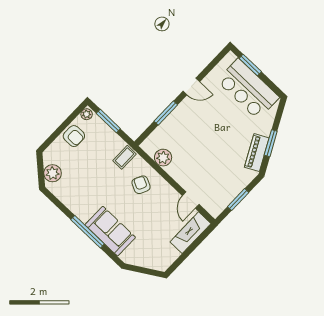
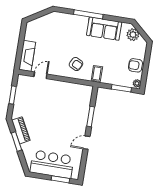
plant: (163, 158) -> (74, 89), removed
door: (191, 200) -> (40, 75), hinge flipped
sofa: (110, 231) -> (104, 29), moved

